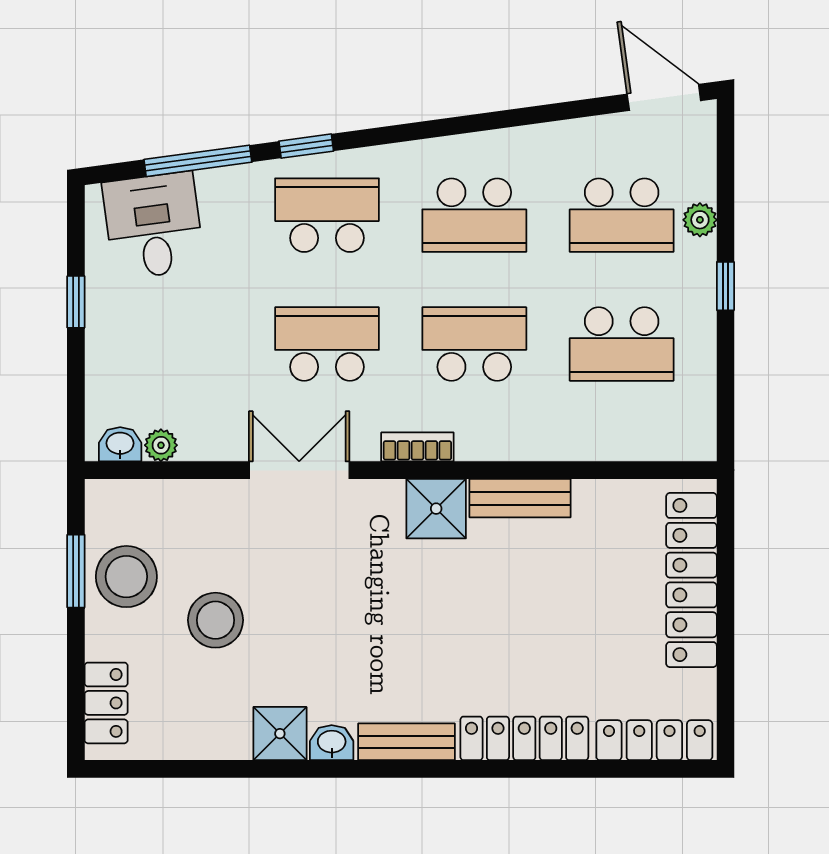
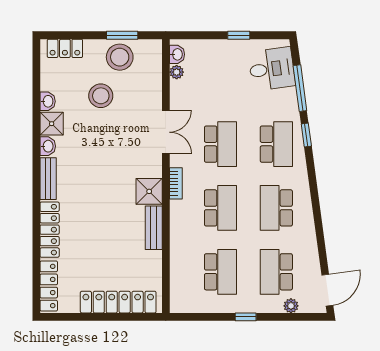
plant: (700, 220) -> (291, 306), moved
school desk: (622, 344) -> (220, 272), turned 180
washbasin: (228, 743) -> (48, 101), added

